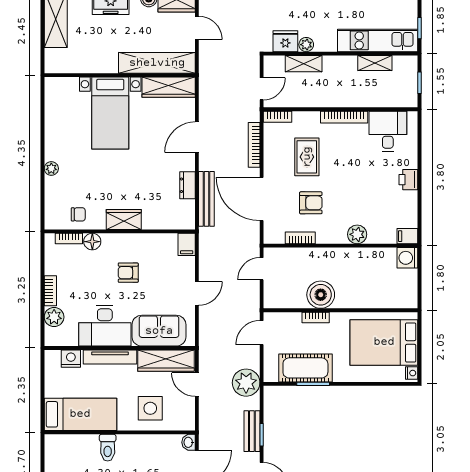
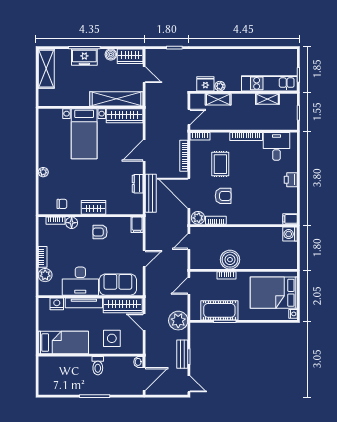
plant: (357, 234) -> (198, 218), moved
armchair: (128, 273) -> (100, 232), moved
toilet: (108, 448) -> (98, 366), moved

